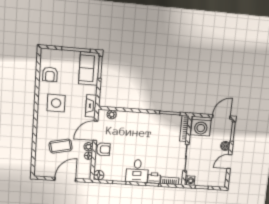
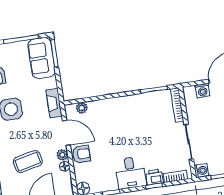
washing machine: (201, 126) -> (203, 91), width x0.53, depth x0.53
door: (95, 131) -> (66, 133), swing flipped

